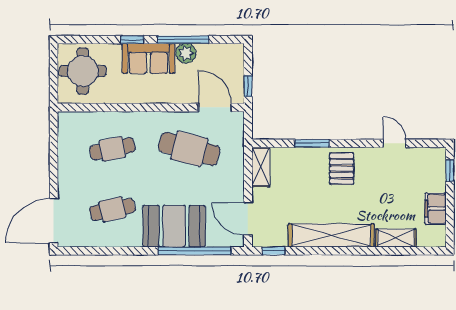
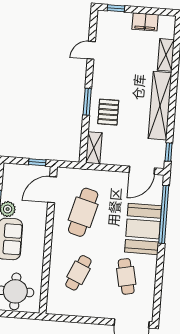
window: (312, 143) -> (87, 102), moved
cafe table: (112, 149) -> (78, 273), turned 36
shelving: (261, 167) -> (94, 148), moved, turned 90
pallet: (342, 169) -> (108, 112), moved, turned 90

